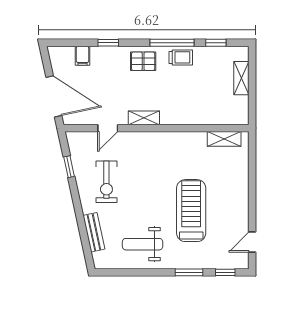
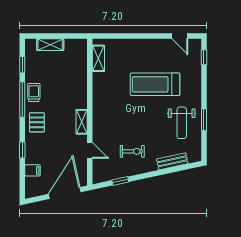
exercise bike: (106, 182) -> (132, 151), width x0.73, depth x0.72
window: (189, 272) -> (204, 120), moved

